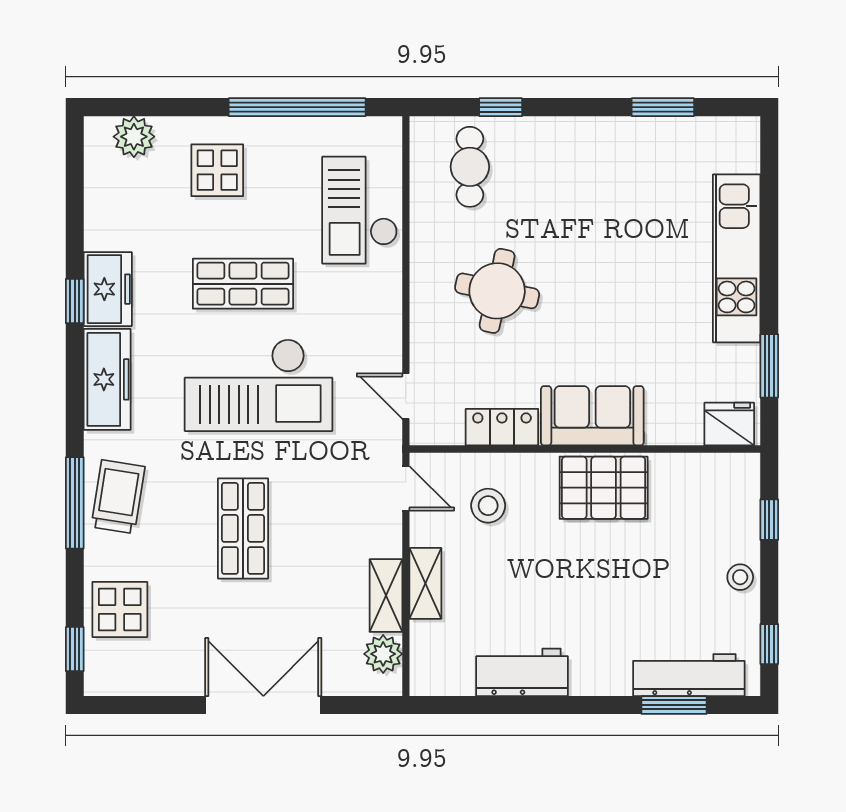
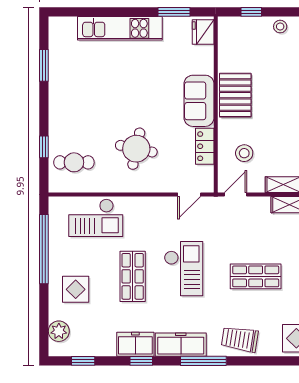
window: (75, 185) -> (83, 361), added
checkout: (258, 385) -> (184, 269), width x0.73, depth x0.83
window: (75, 503) -> (203, 361), moved

